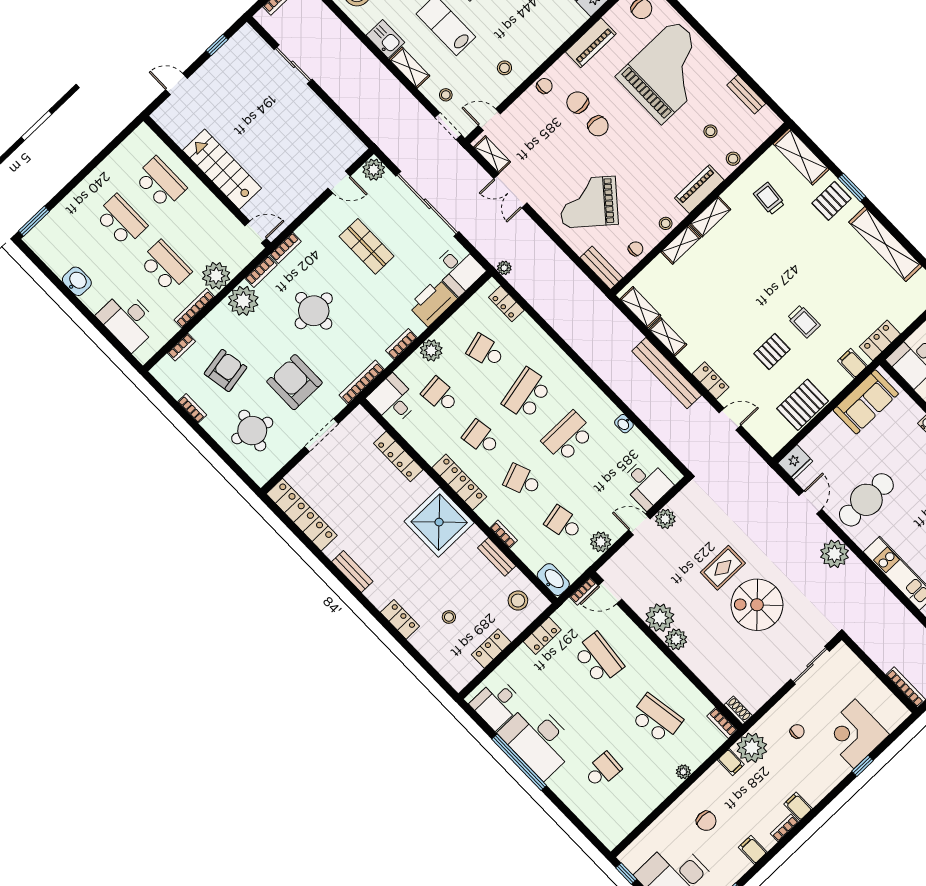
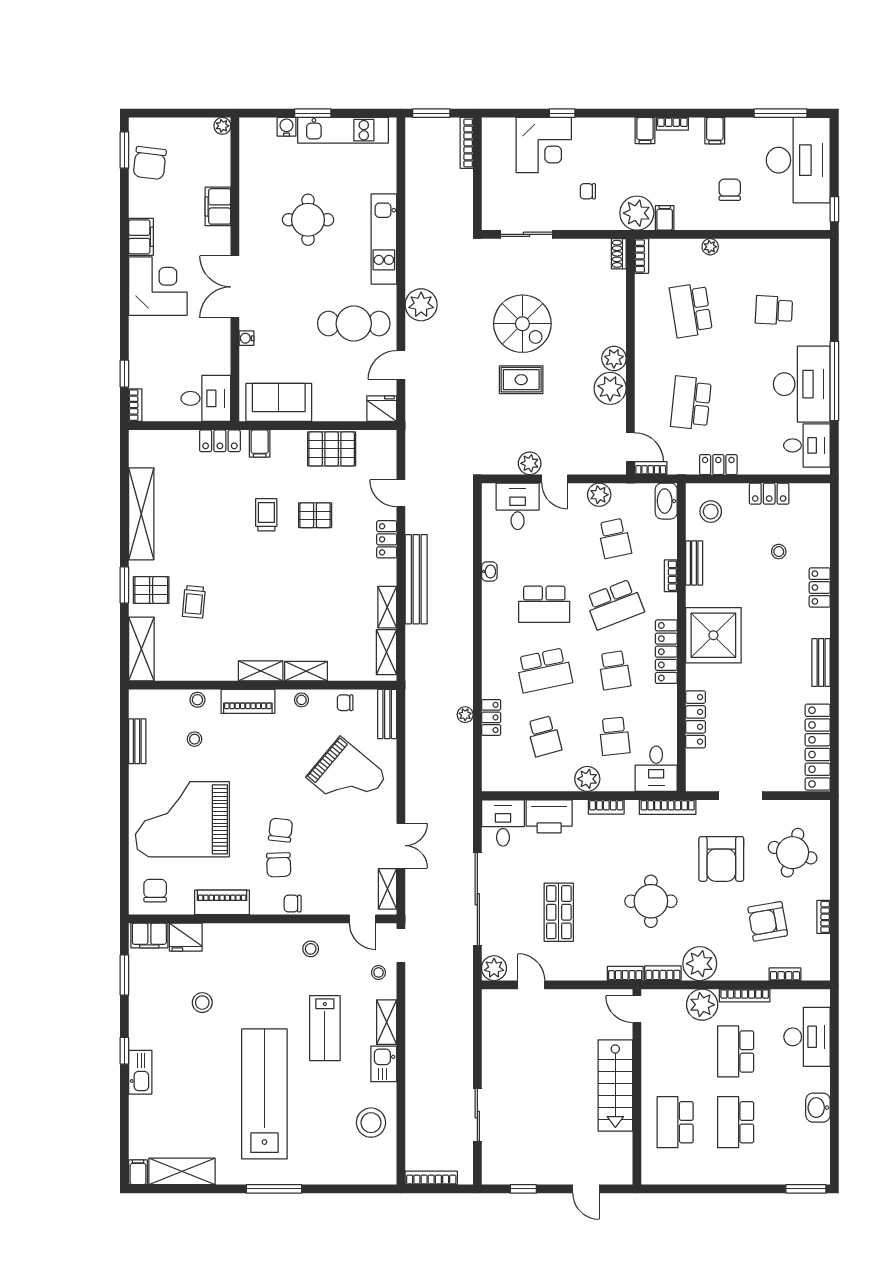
trolley: (769, 199) -> (194, 602), moved
plant: (504, 268) -> (465, 715), moved
locker: (506, 304) -> (491, 717), moved
school desk: (522, 481) -> (615, 604), width x1.85

